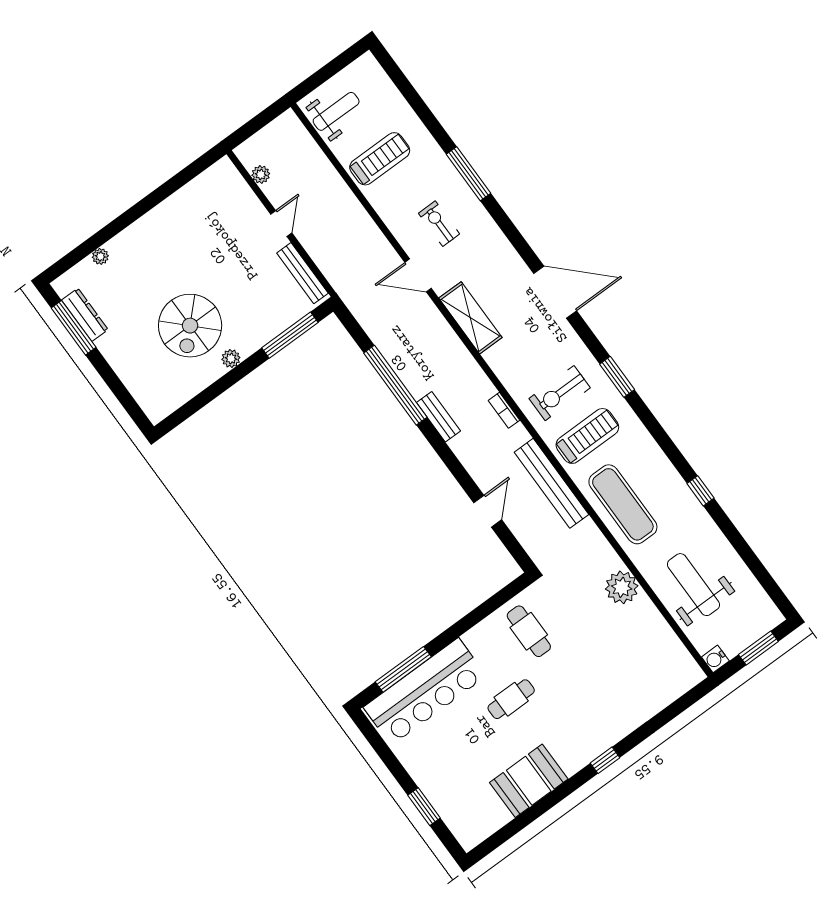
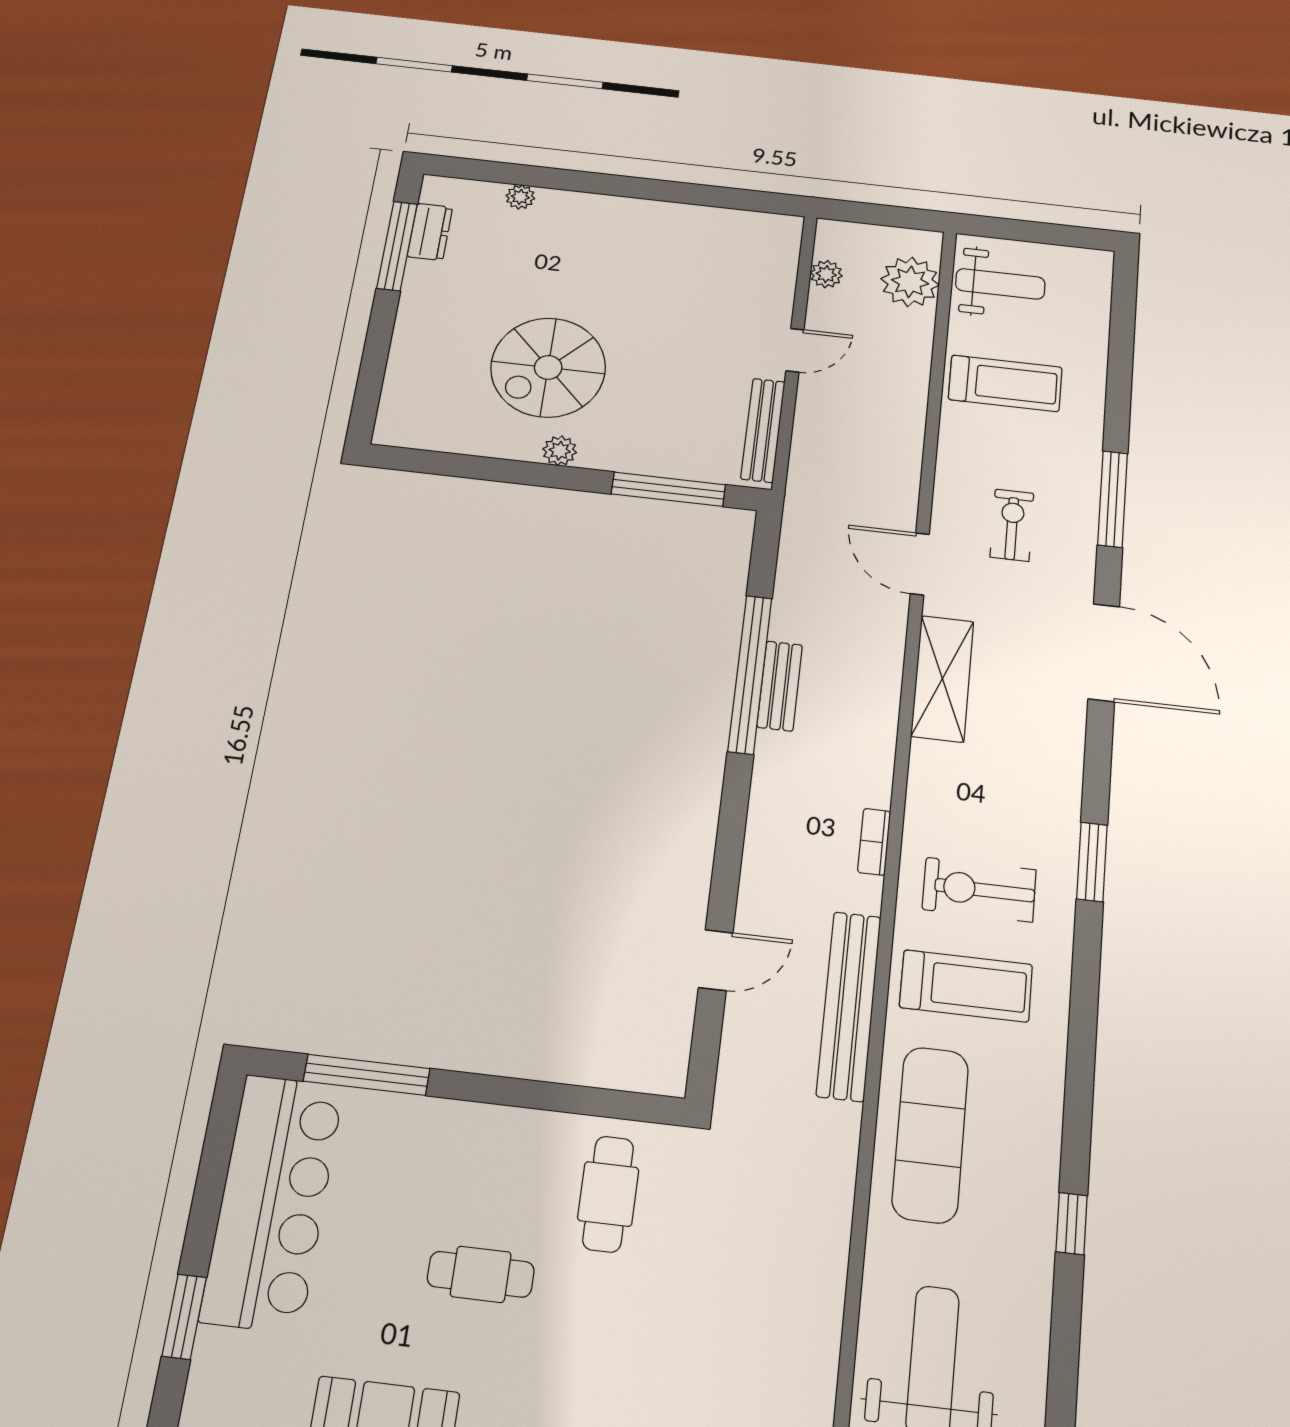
door: (555, 292) -> (1104, 652), moved
dresser: (85, 315) -> (430, 232), width x0.70
window: (617, 377) -> (1092, 862), moved
bench: (438, 417) -> (780, 686), moved
plant: (622, 587) -> (910, 282), moved
bar counter: (425, 692) -> (273, 1202), moved, turned -90

